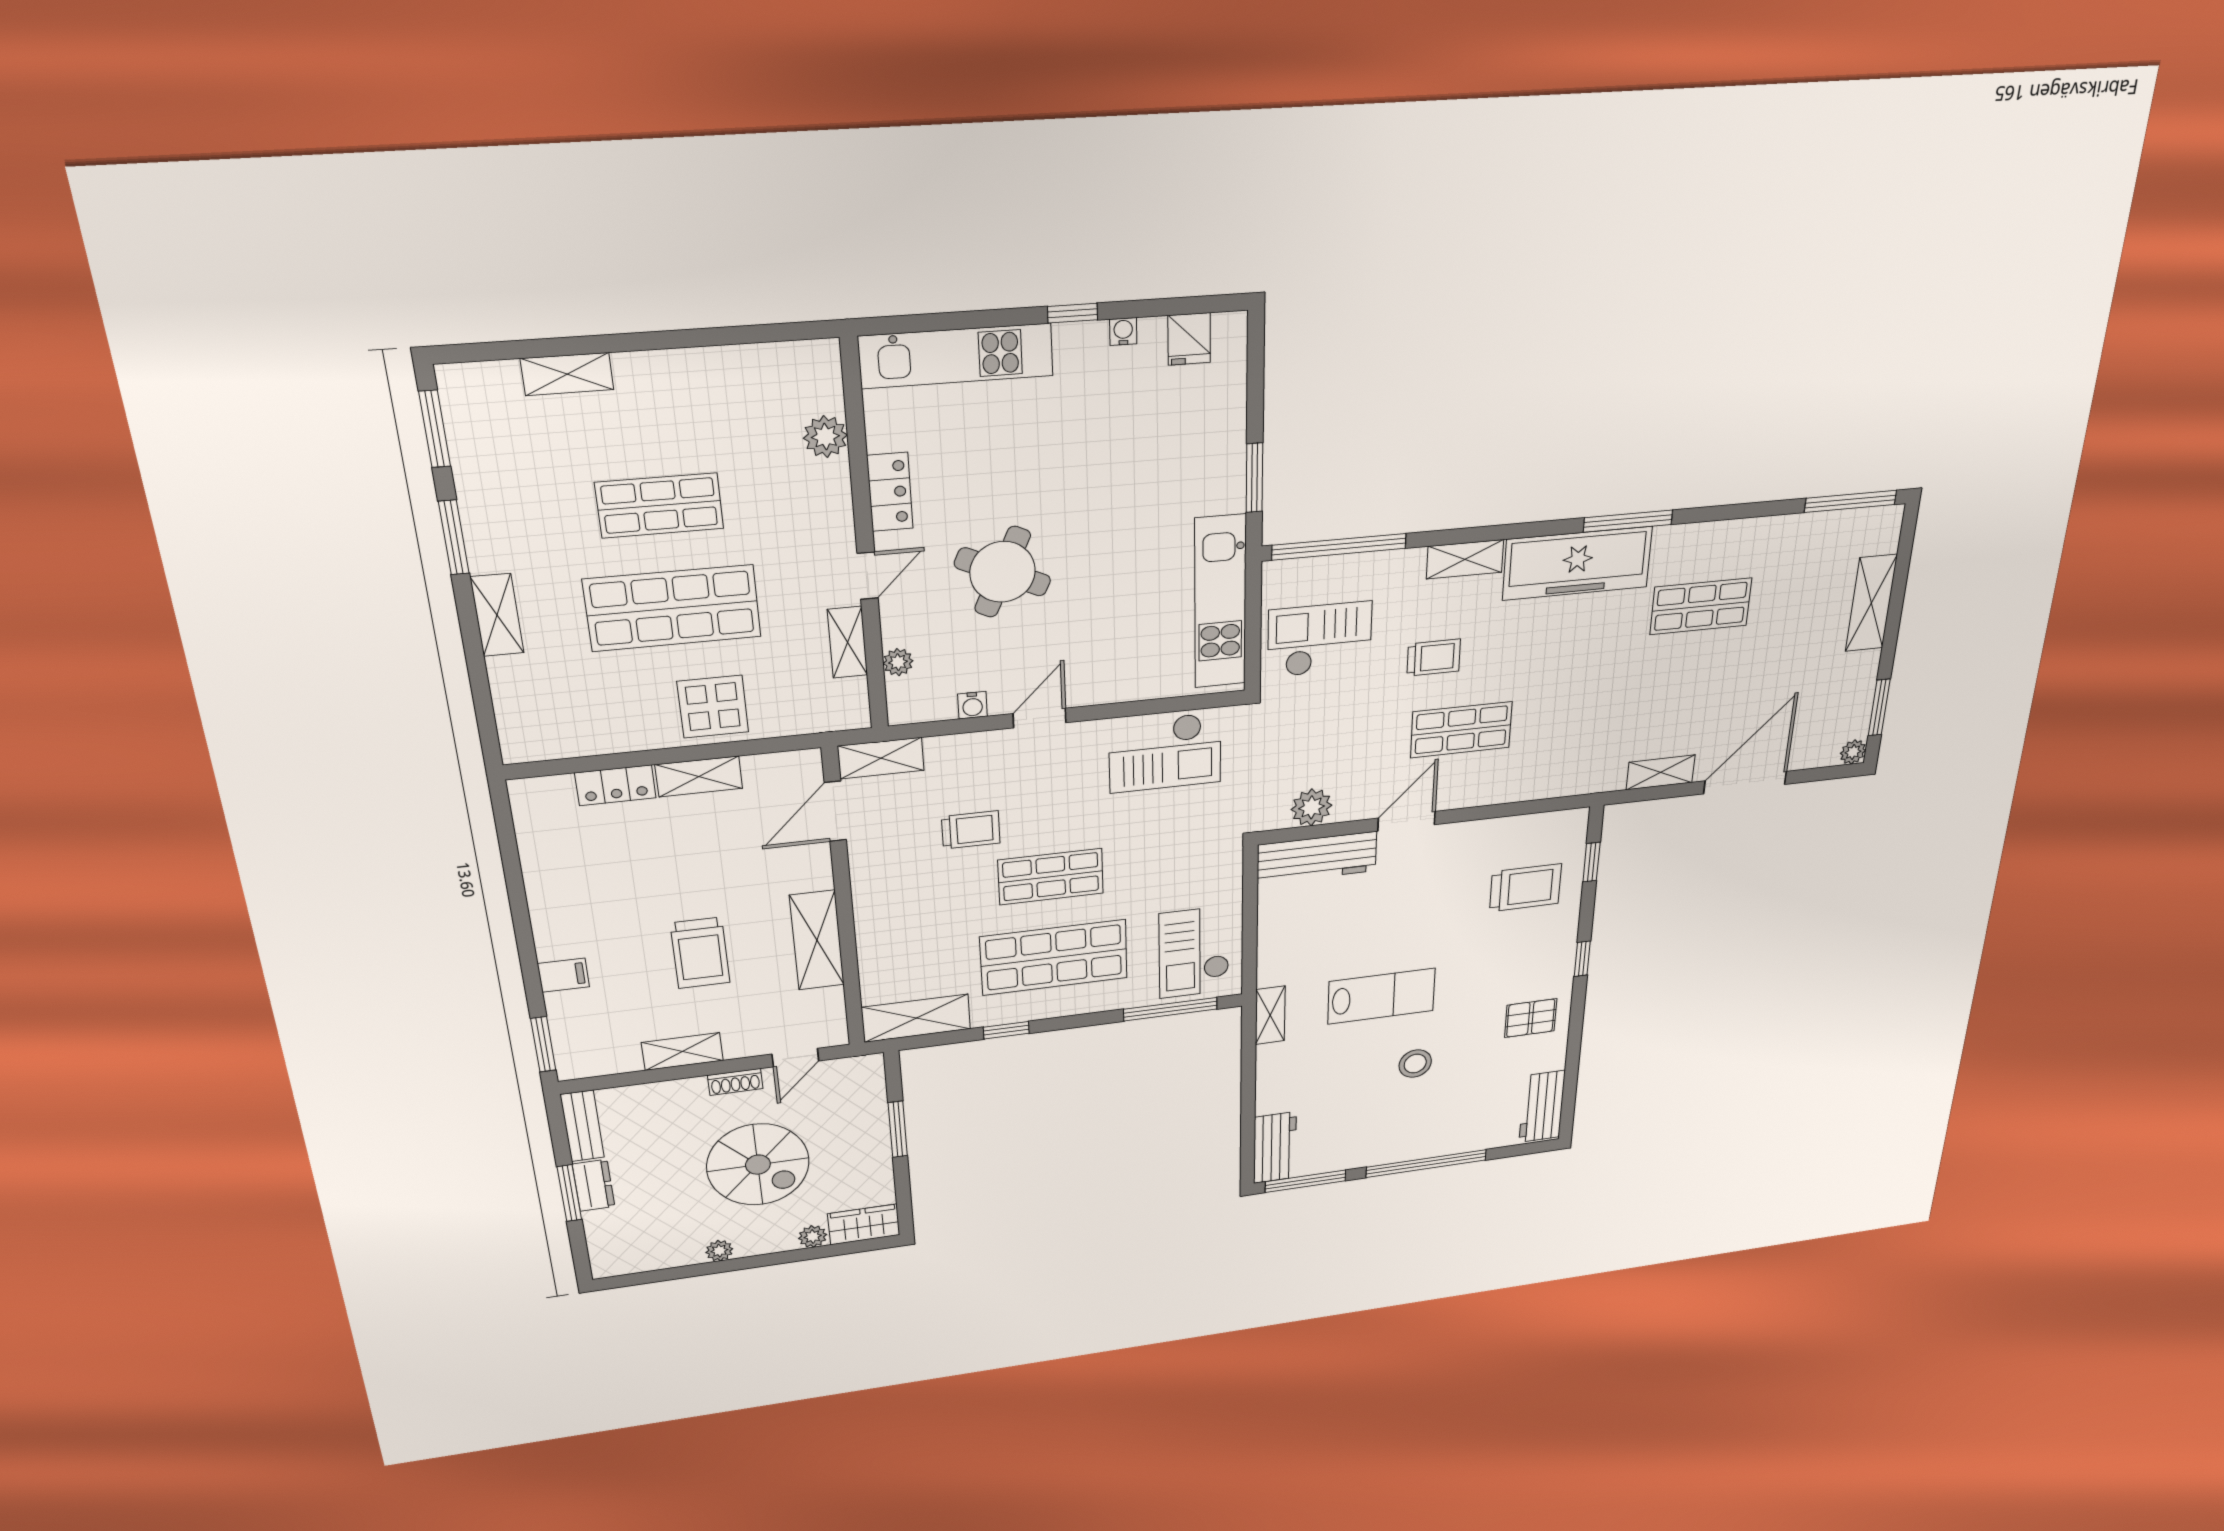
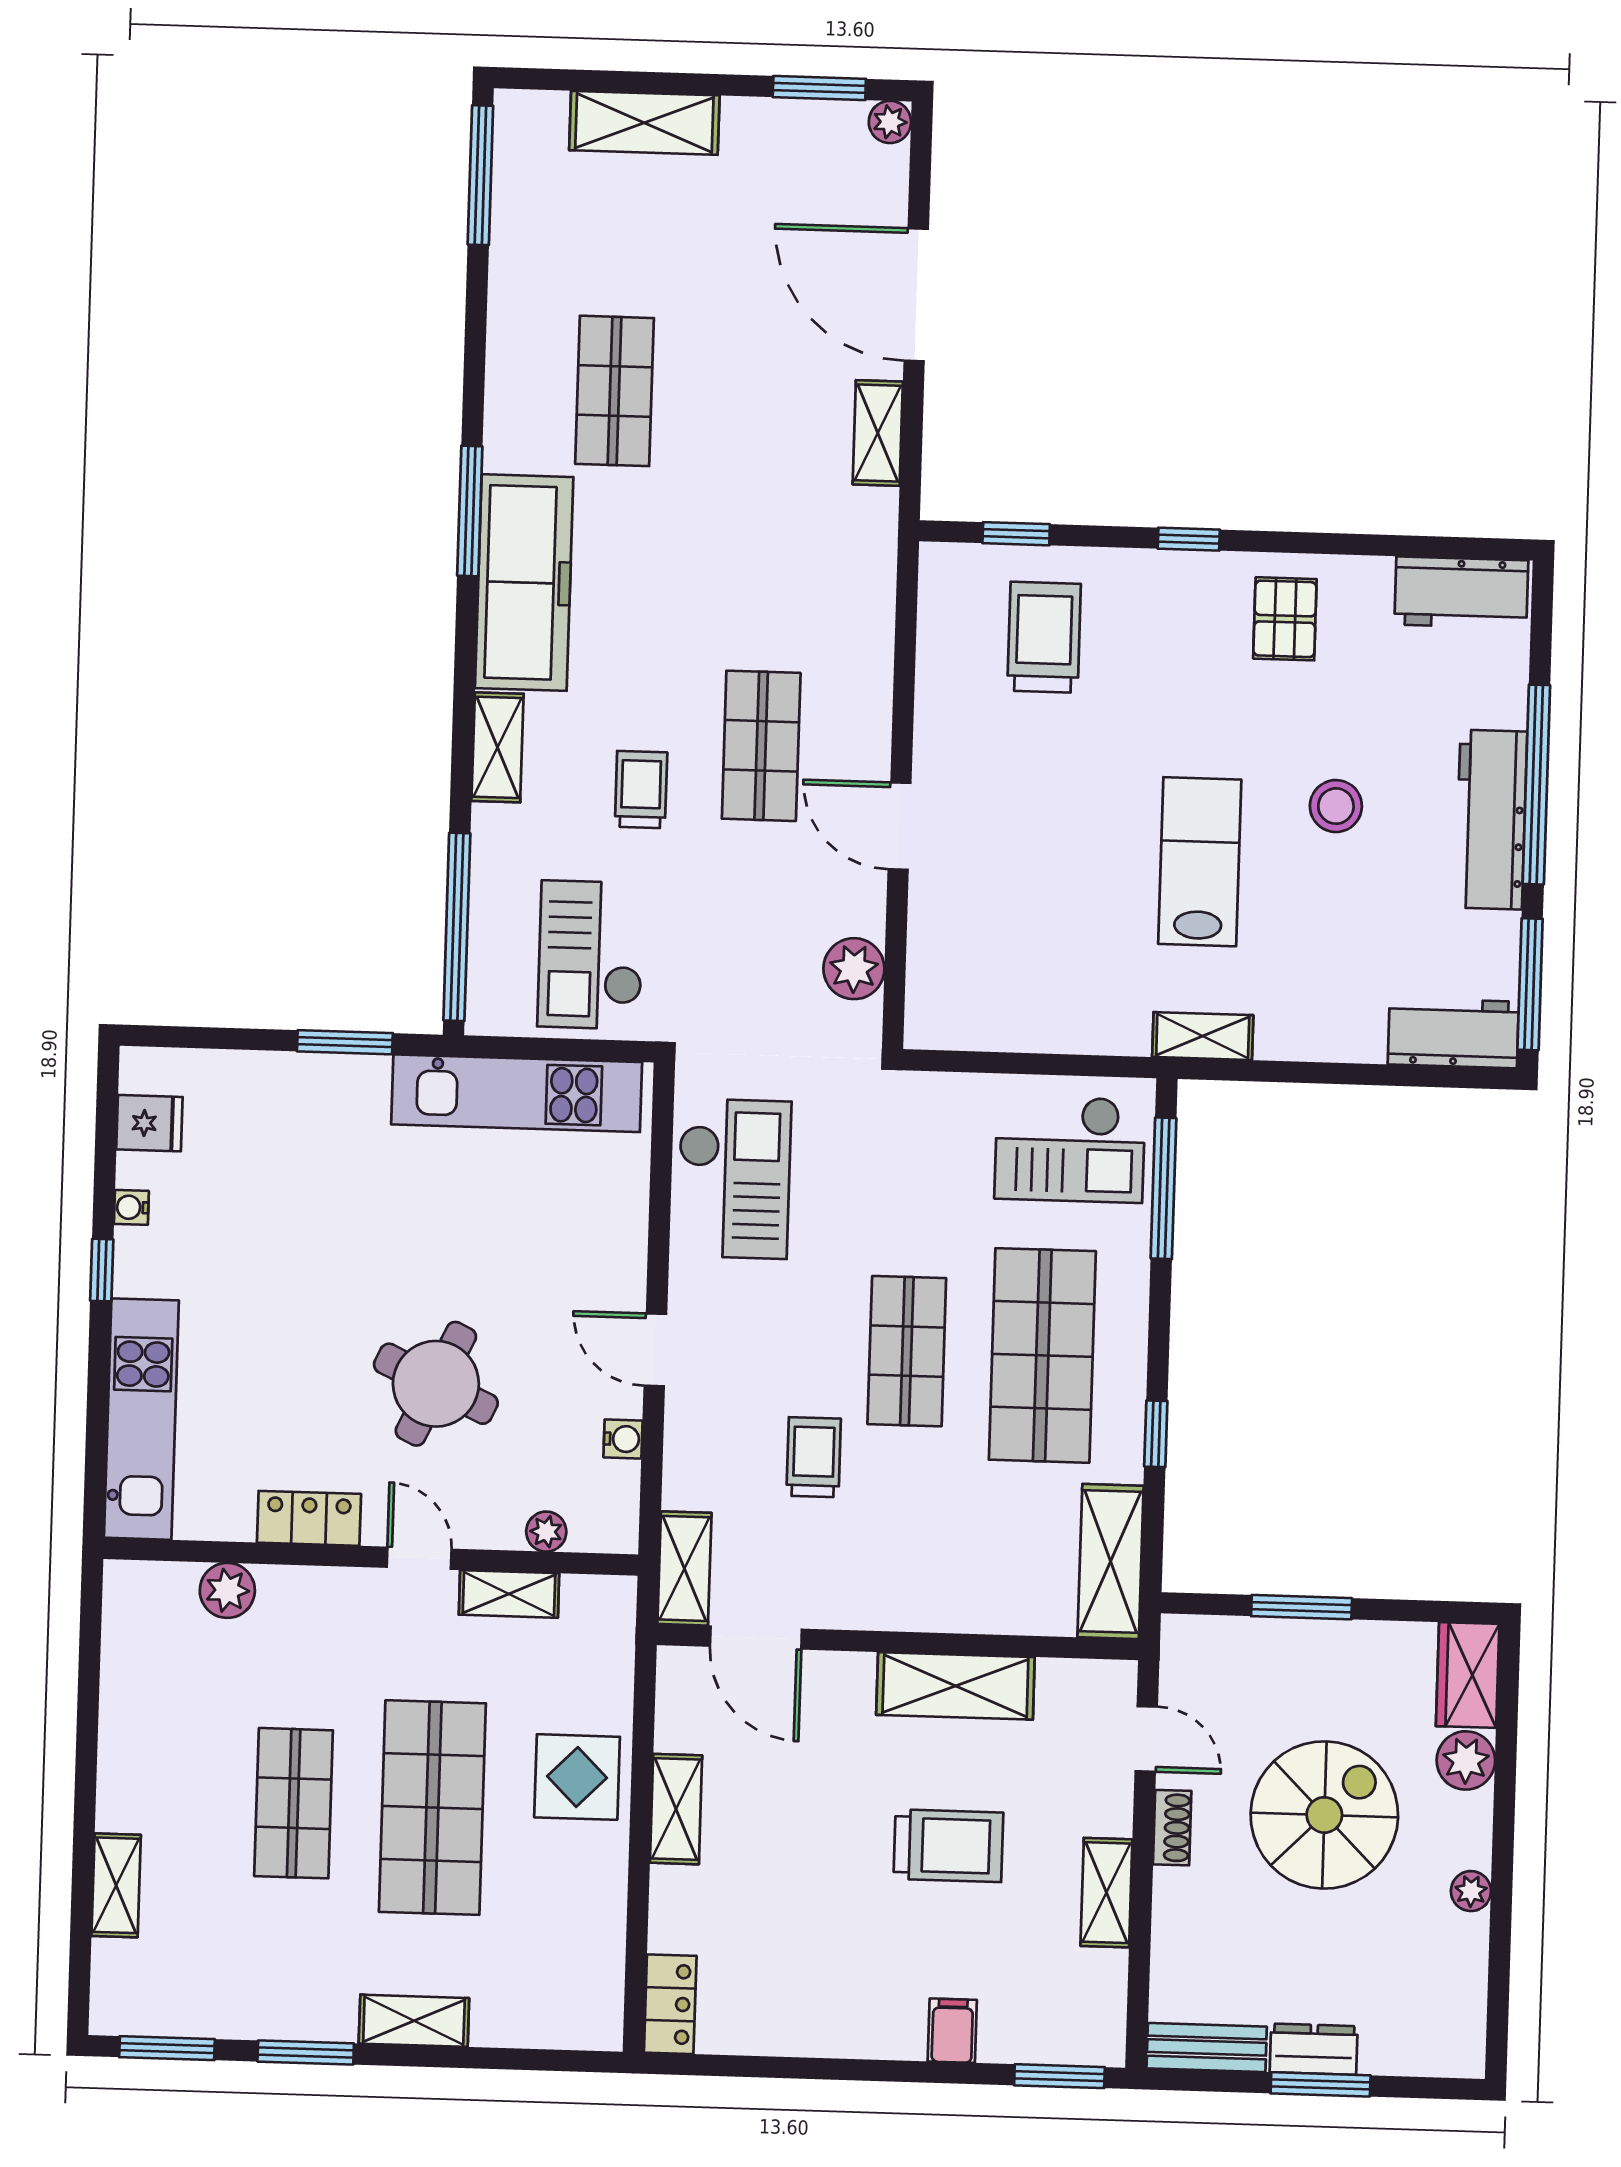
locker: (615, 785) -> (670, 2004), moved
workbench: (1317, 858) -> (1491, 820), moved, turned 180
plant: (813, 1237) -> (1466, 1760), width x1.38, depth x1.38

